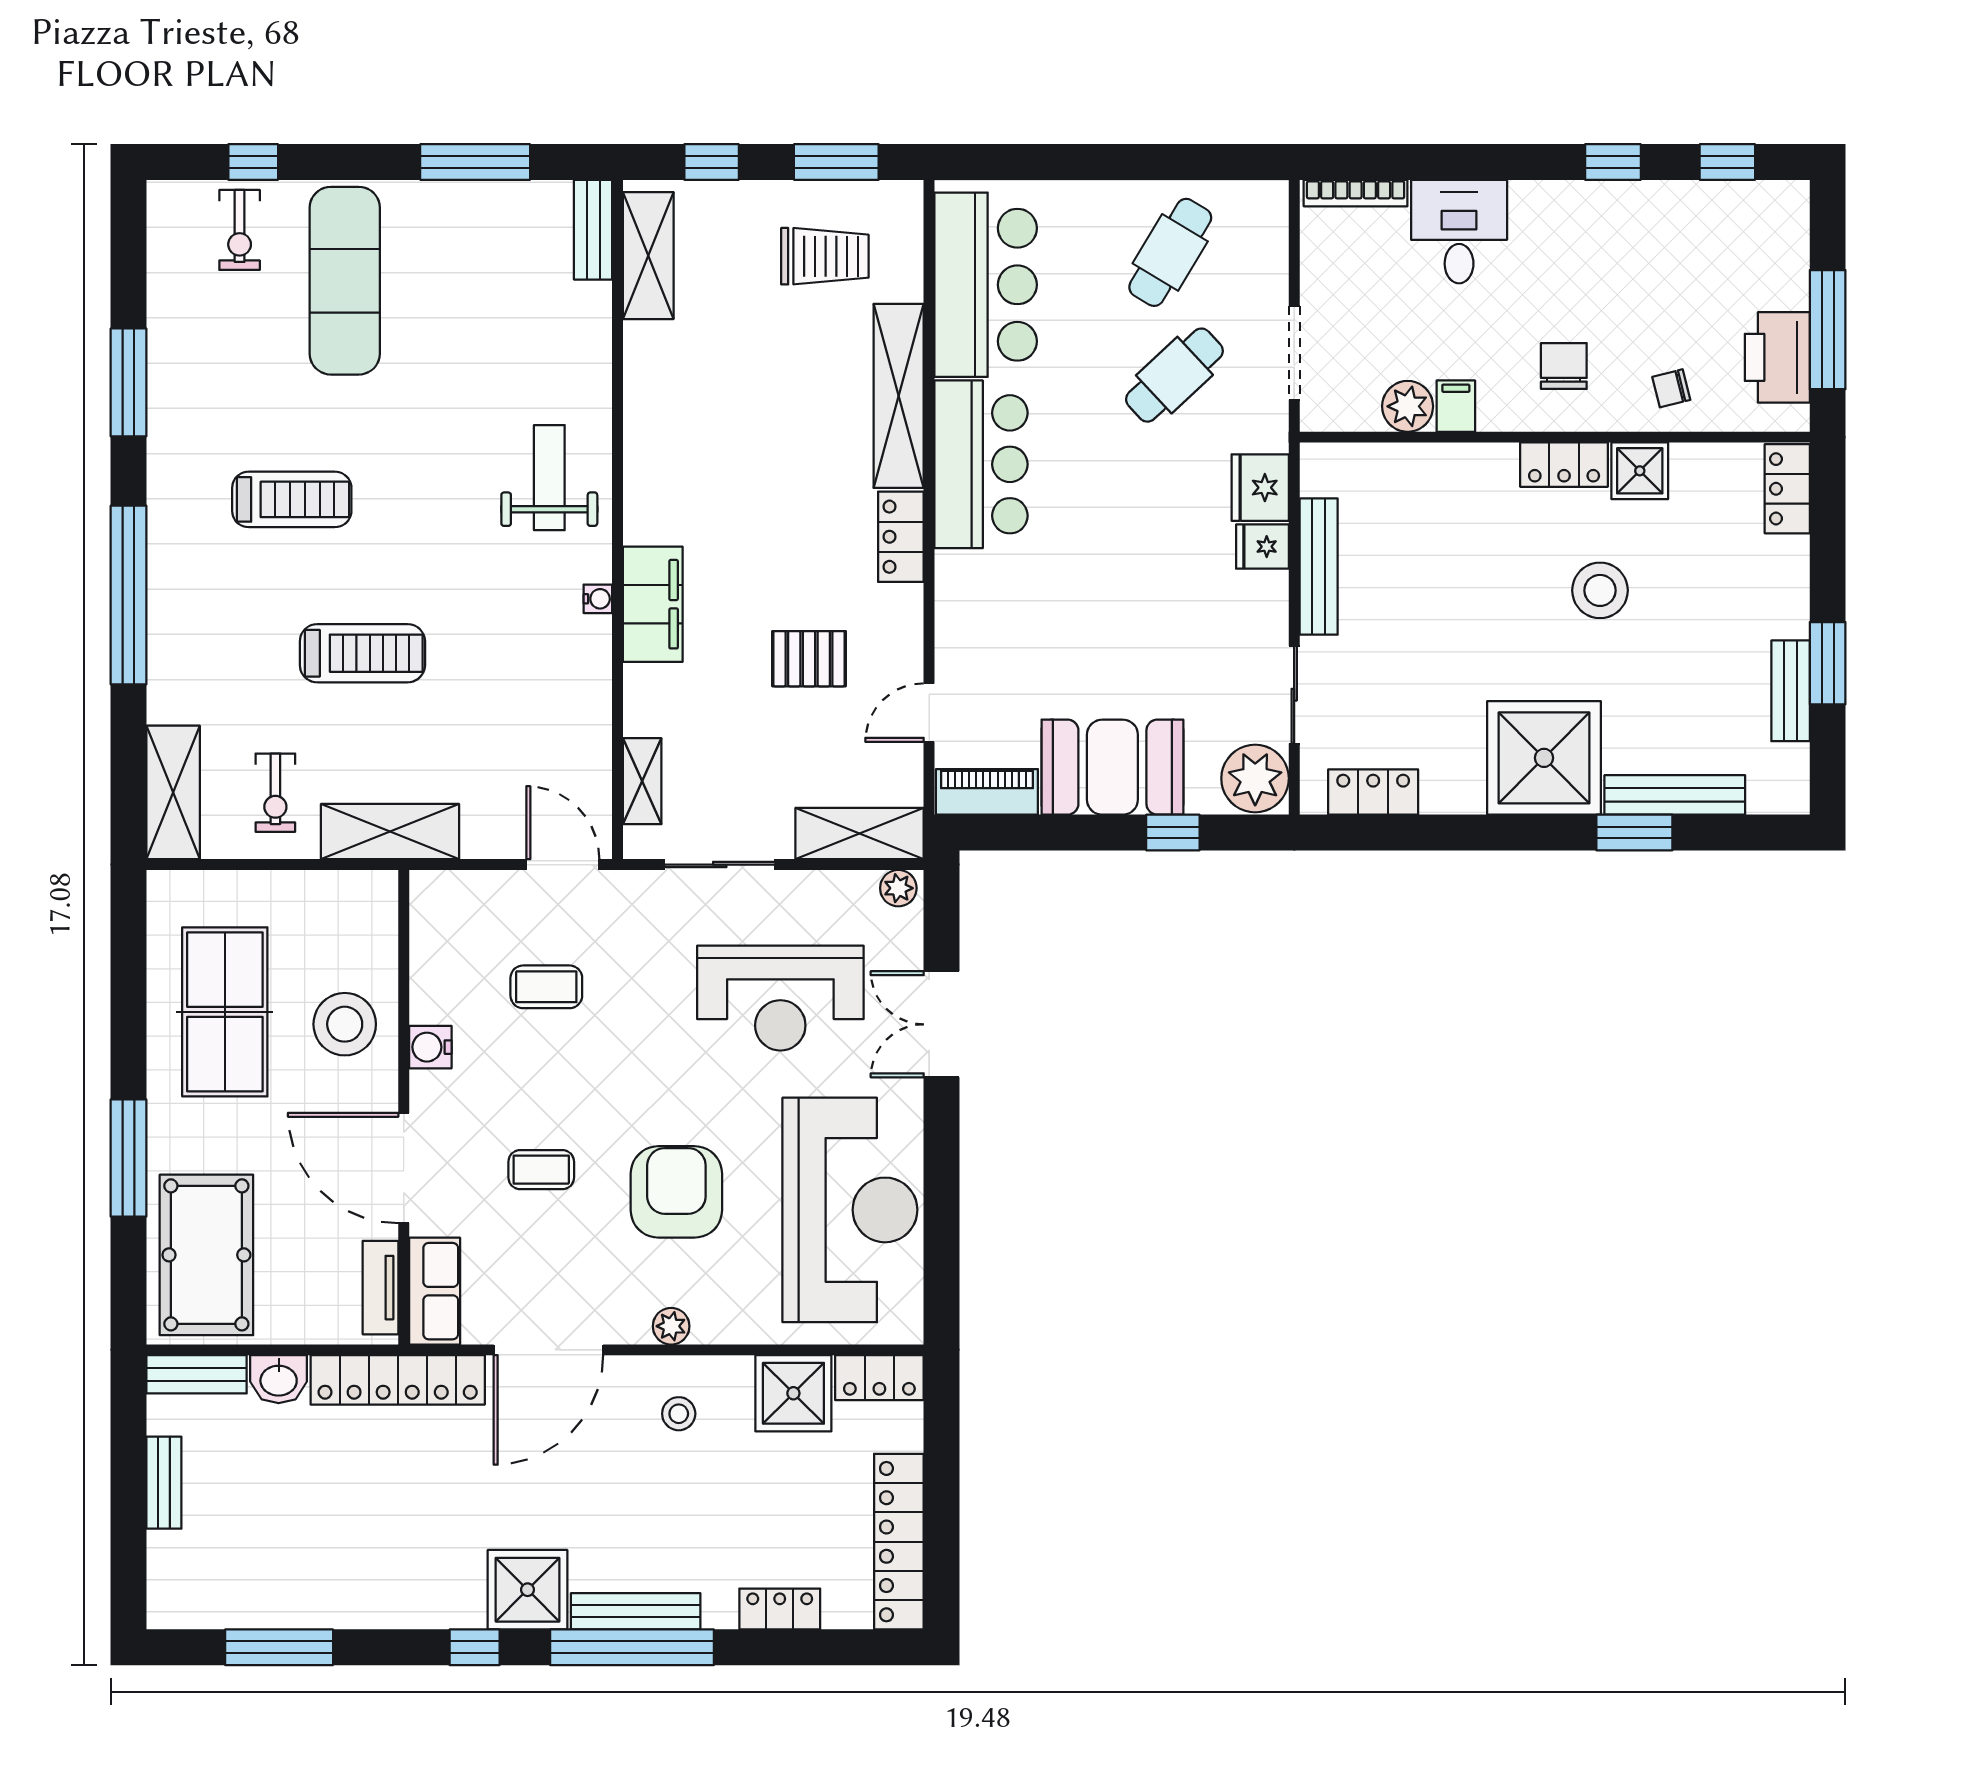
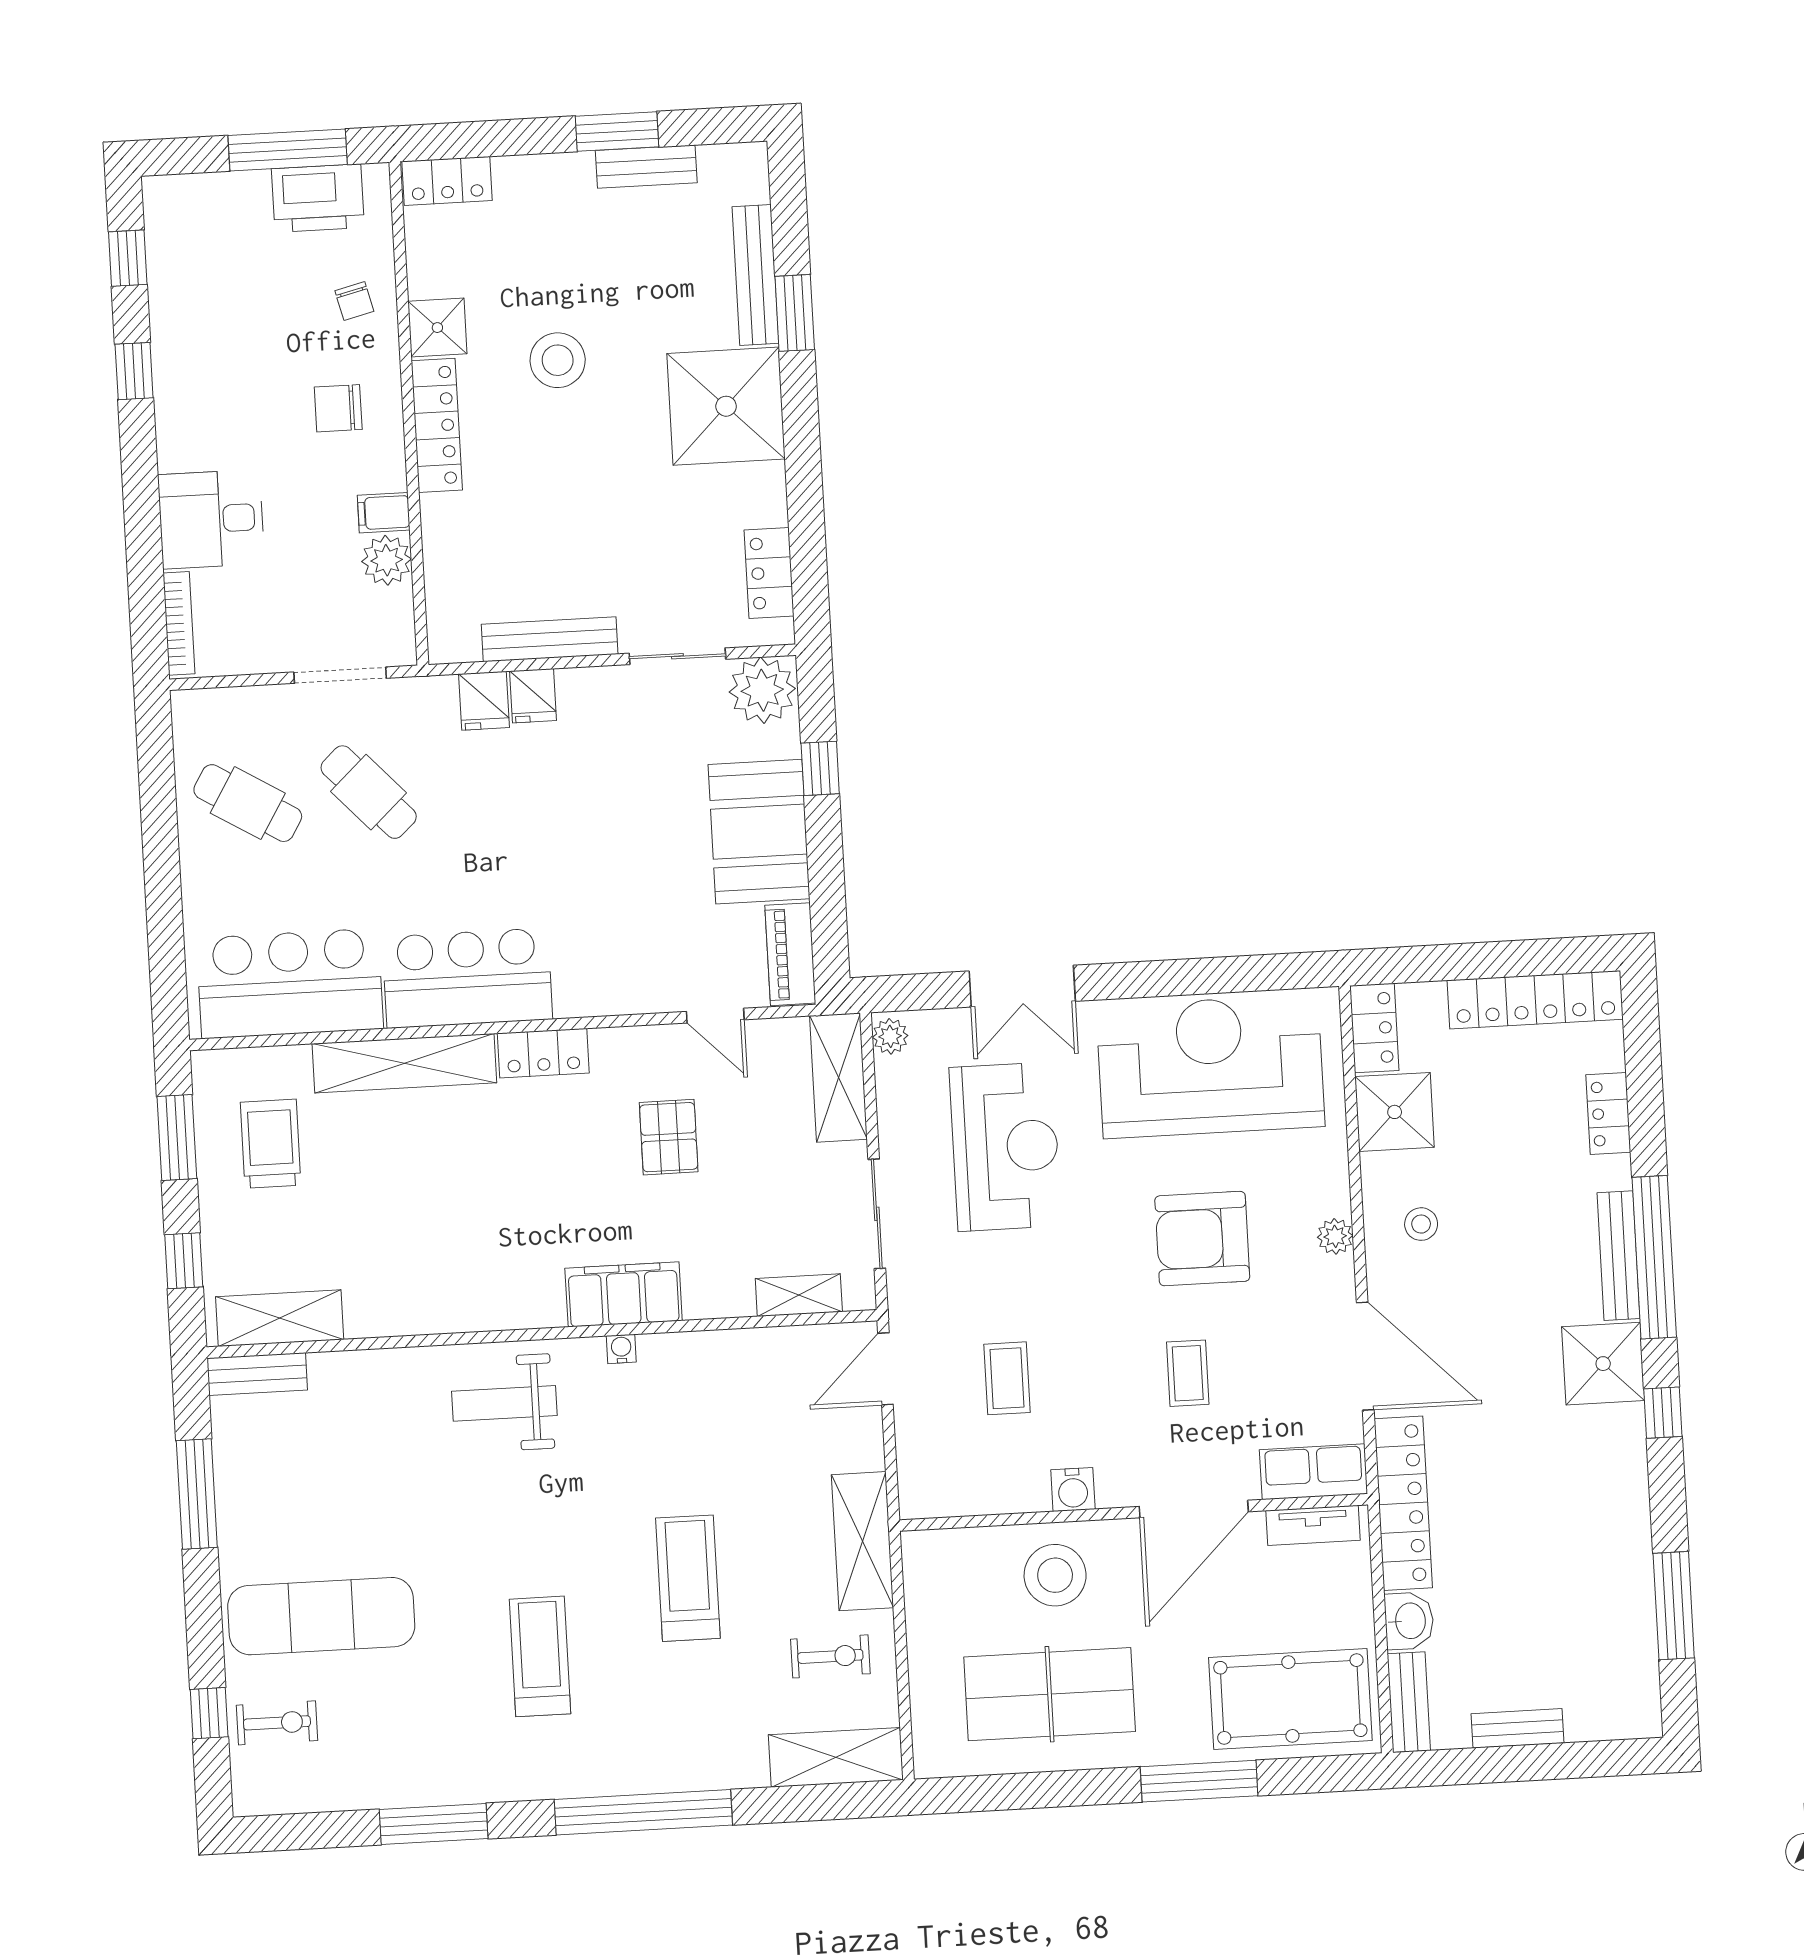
locker: (1564, 465) -> (437, 425), width x1.53
fridge: (1260, 488) -> (484, 701), width x0.72

